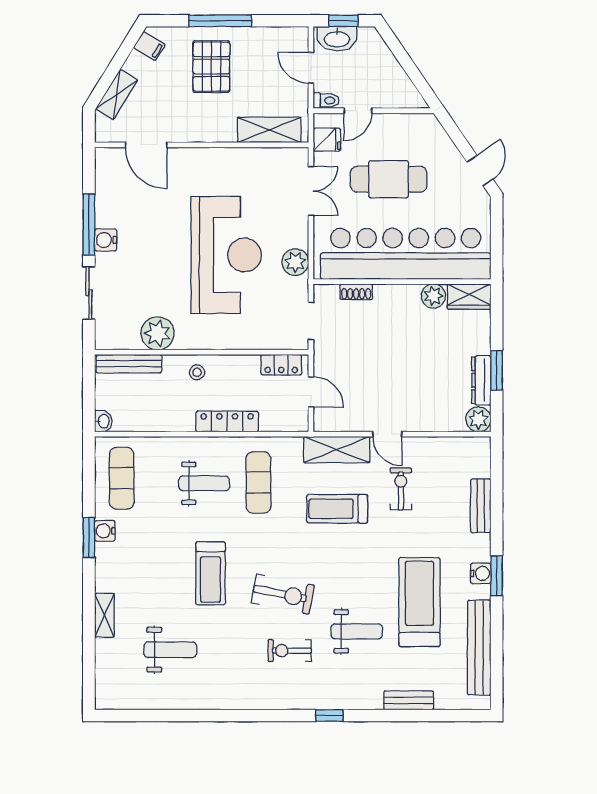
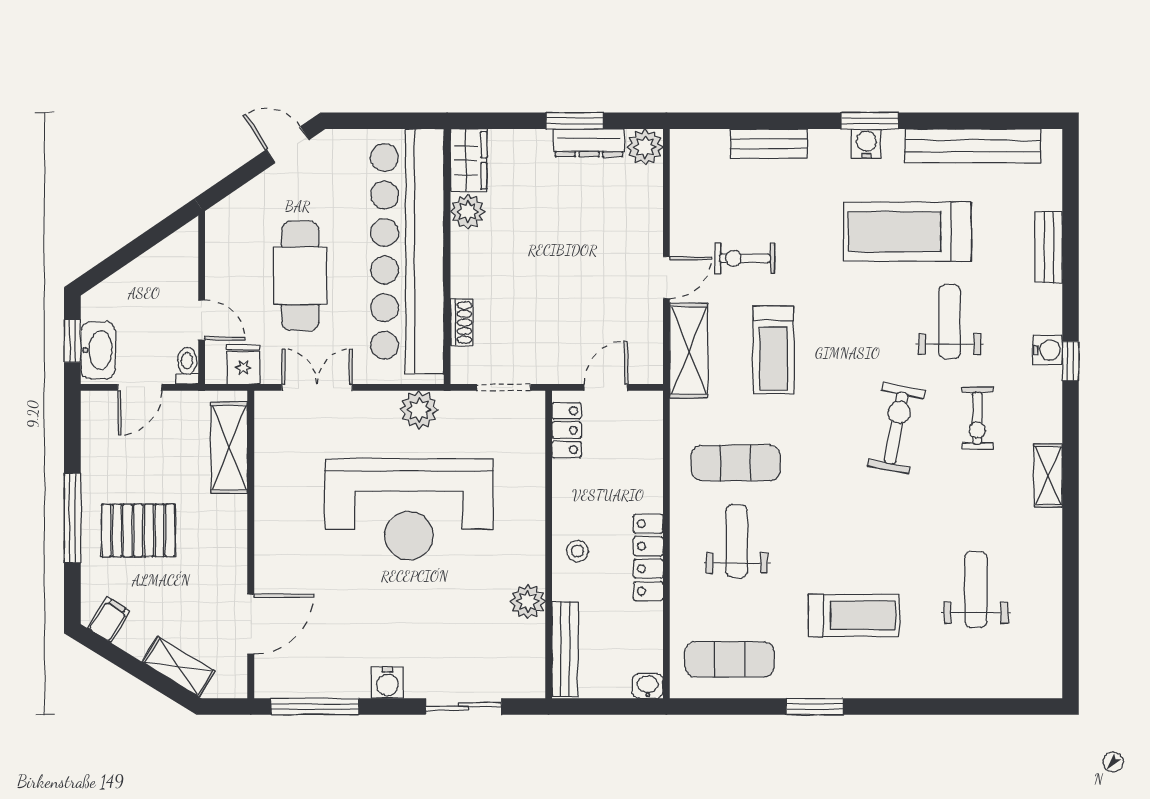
window: (89, 224) -> (315, 707), moved
reception desk: (226, 255) -> (409, 509), turned 180
plant: (158, 333) -> (528, 601), width x0.73, depth x0.73
locker: (227, 422) -> (648, 557), moved
water cooler: (105, 531) -> (1048, 350), moved, turned -90
treadmill: (211, 573) -> (854, 615), moved
shelving: (104, 615) -> (1048, 476), moved, turned 90

